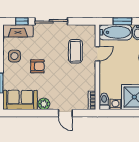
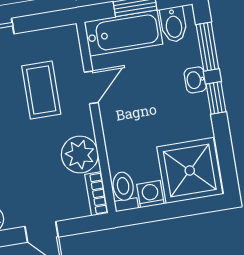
plant: (88, 82) -> (80, 155), added

